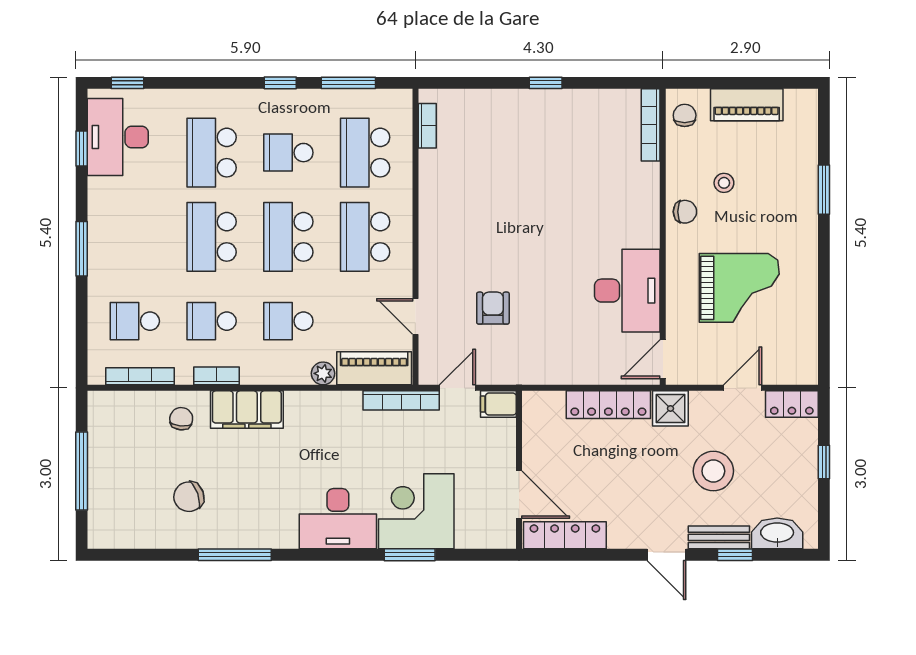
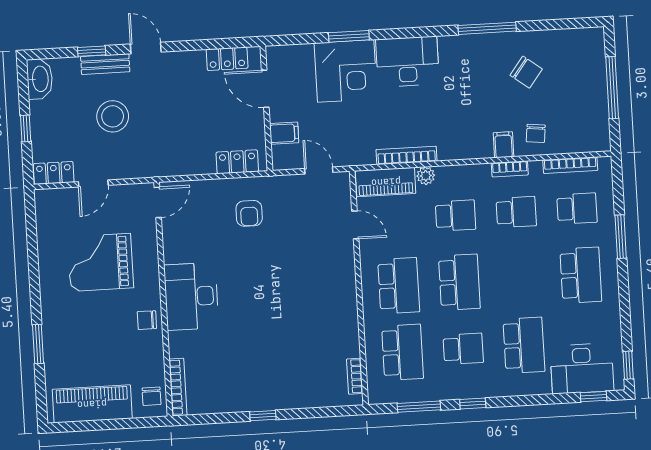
piano: (747, 105) -> (92, 404), width x1.37, depth x1.33
desk: (118, 137) -> (582, 369), moved, turned 90
window: (82, 149) -> (628, 365), moved
stool: (724, 183) -> (117, 345), removed
school desk: (212, 237) -> (581, 275), moved
window: (82, 249) -> (621, 237), moved
desk: (627, 291) -> (191, 296), moved
armchair: (493, 308) -> (249, 213), moved
door: (457, 388) -> (319, 170), swing flipped
bookcase: (401, 400) -> (406, 155), moved
filing cabinet: (498, 404) -> (284, 133), moved
locker: (608, 405) -> (237, 162), moved, width x0.66
shower: (670, 408) -> (149, 164), removed
filing cabinet: (247, 410) -> (503, 145), width x0.33, depth x0.86
chair: (189, 497) -> (526, 72), turned 57
washbasin: (777, 533) -> (40, 79), moved, turned -90
locker: (565, 535) -> (227, 59), width x0.66

